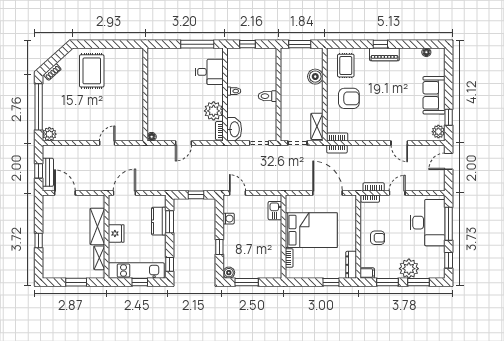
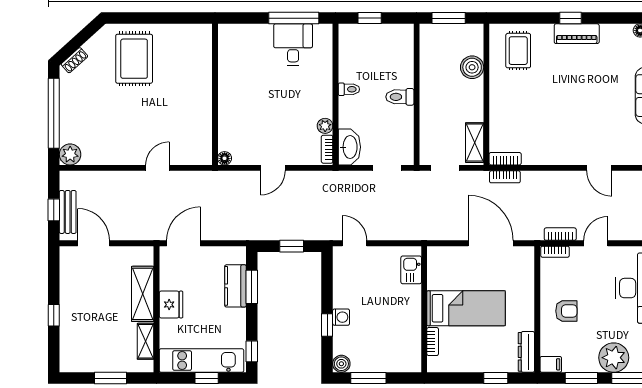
desk: (209, 72) -> (293, 45), moved, turned -90
armchair: (349, 98) -> (523, 100), removed
plant: (214, 111) -> (325, 126), width x0.53, depth x0.53
washing machine: (229, 219) -> (341, 317), moved
bed: (311, 230) -> (466, 308), width x0.67

